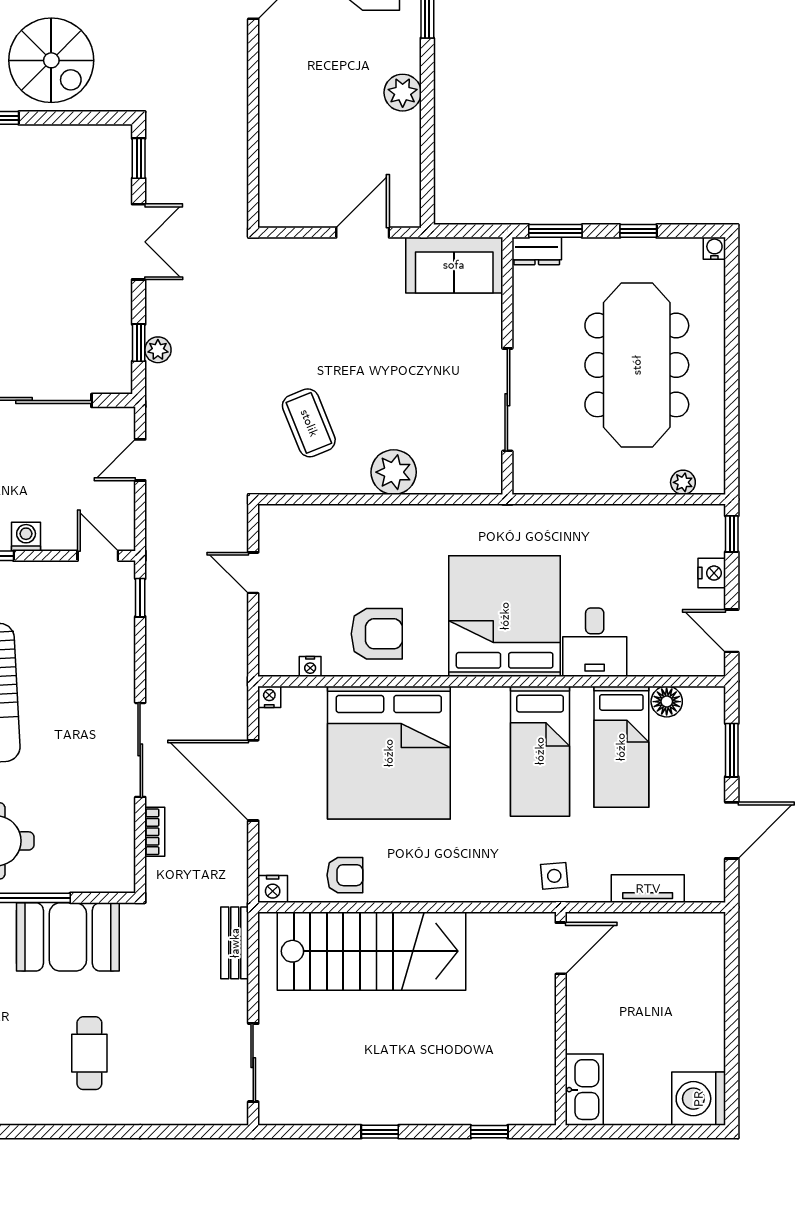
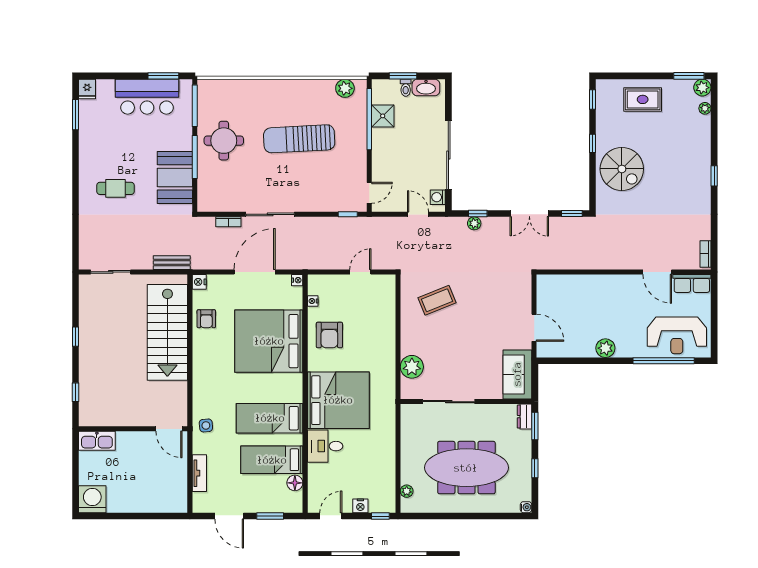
spiral stairs: (51, 60) -> (622, 169), turned -90
plant: (394, 472) -> (412, 367), moved
washing machine: (26, 537) -> (438, 197), moved, turned 180

